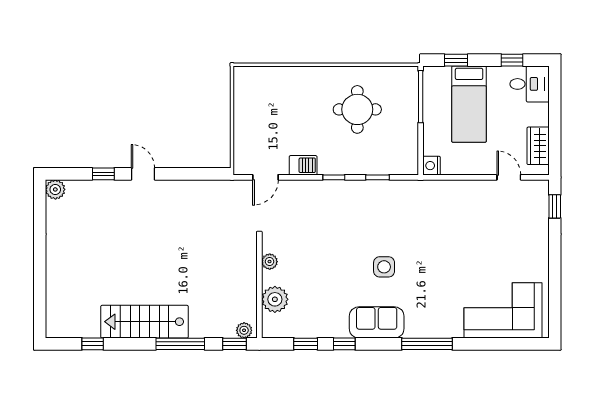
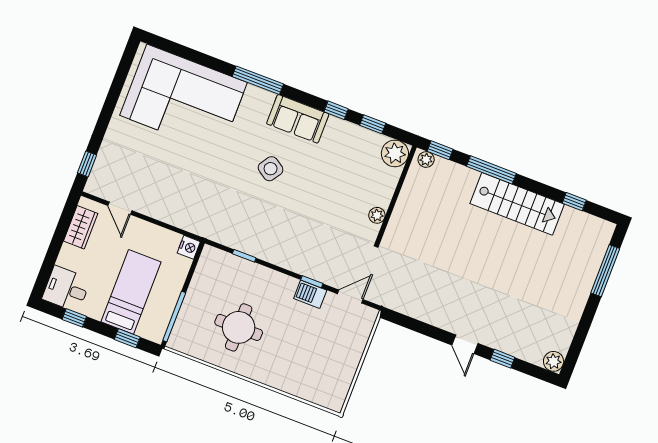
window: (334, 177) -> (312, 282), moved
side table: (384, 267) -> (271, 169), turned 34
window: (40, 291) -> (605, 271), added
plant: (275, 299) -> (395, 153), moved
corner sofa: (503, 310) -> (183, 99), width x1.36, depth x1.36

